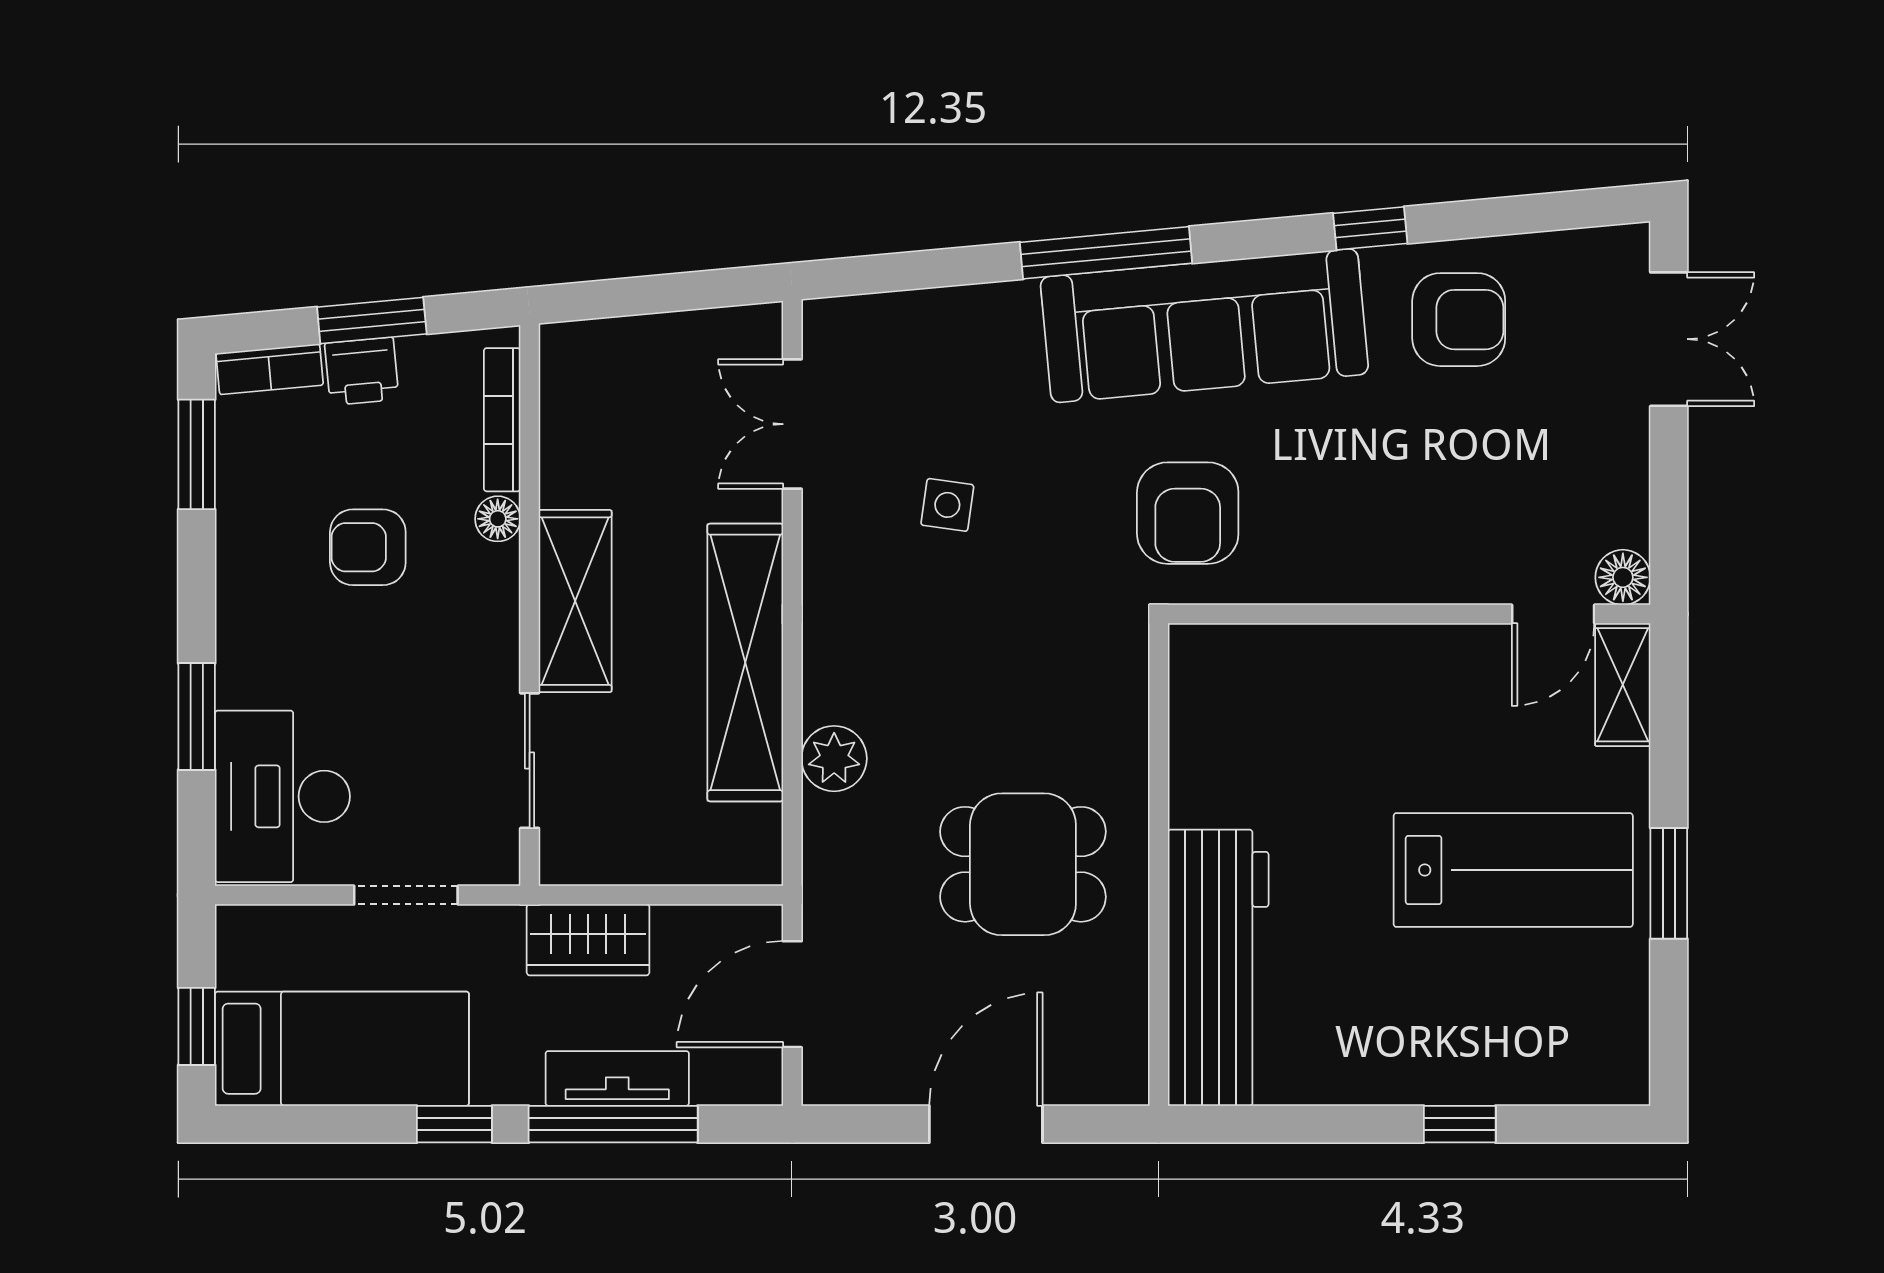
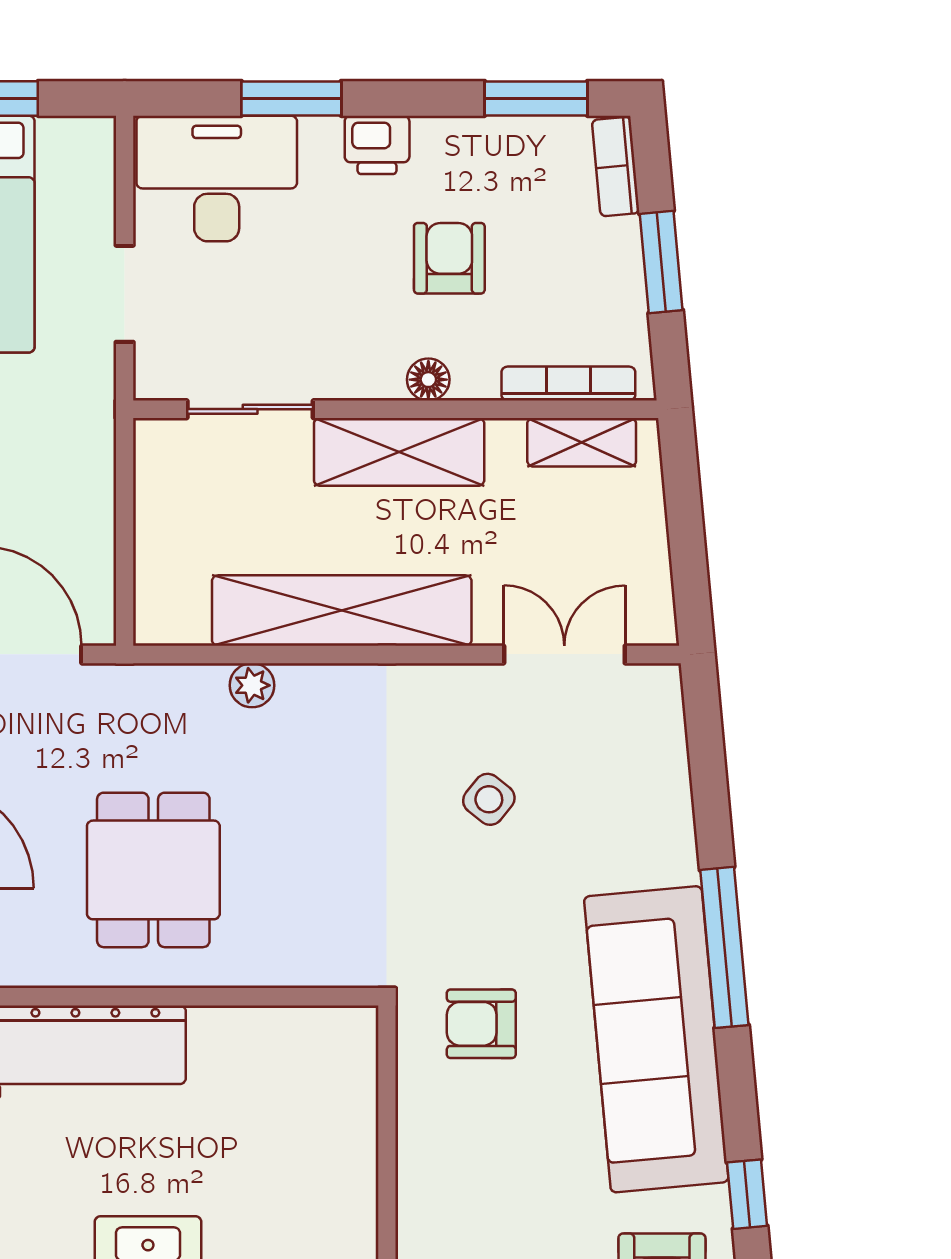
printer: (362, 371) -> (377, 145), moved, turned -85
shelving: (565, 406) -> (582, 442), added
side table: (947, 505) -> (489, 799), turned 31
armchair: (1188, 513) -> (481, 1024), width x0.72, depth x0.72
floor lamp: (498, 519) -> (428, 380), moved
plant: (834, 759) -> (252, 685), width x0.73, depth x0.73
wardrobe: (588, 940) -> (83, 464), removed

